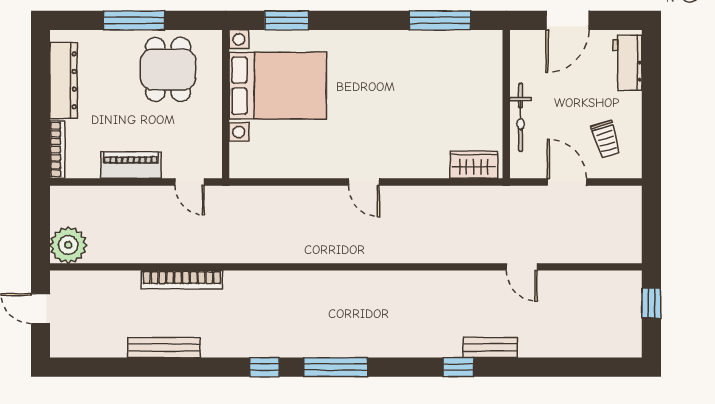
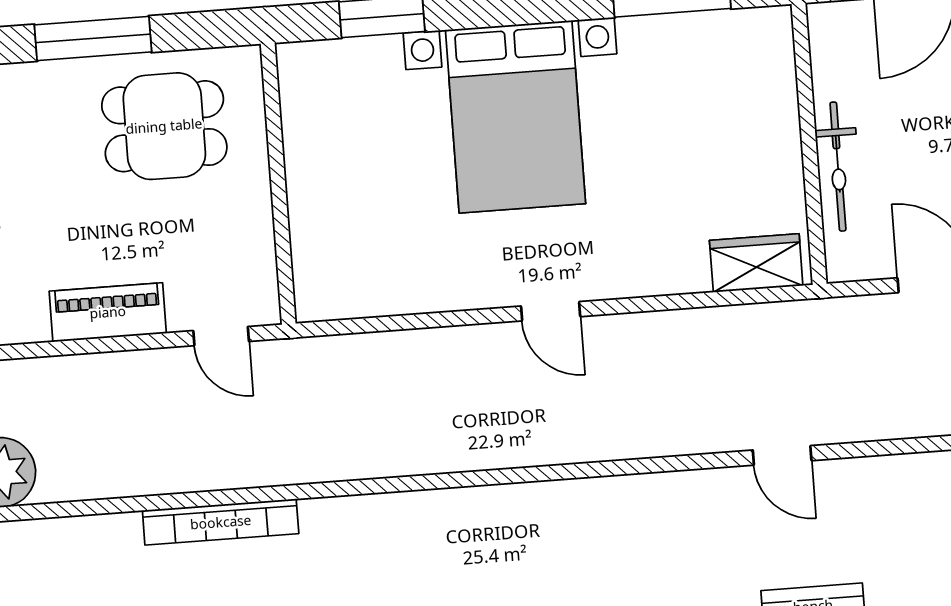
dining table: (168, 69) -> (164, 126), turned 90
bed with nightstands: (278, 86) -> (515, 117), moved, turned 90
door: (522, 267) -> (782, 455), moved

